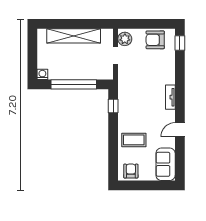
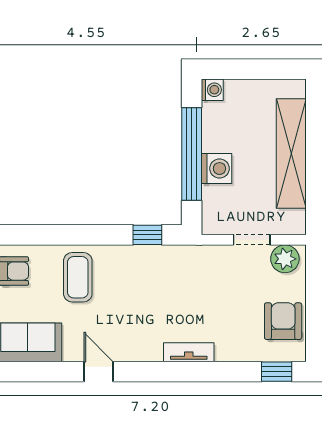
washing machine: (81, 72) -> (216, 169), added
tv unit: (170, 97) -> (189, 352), moved

